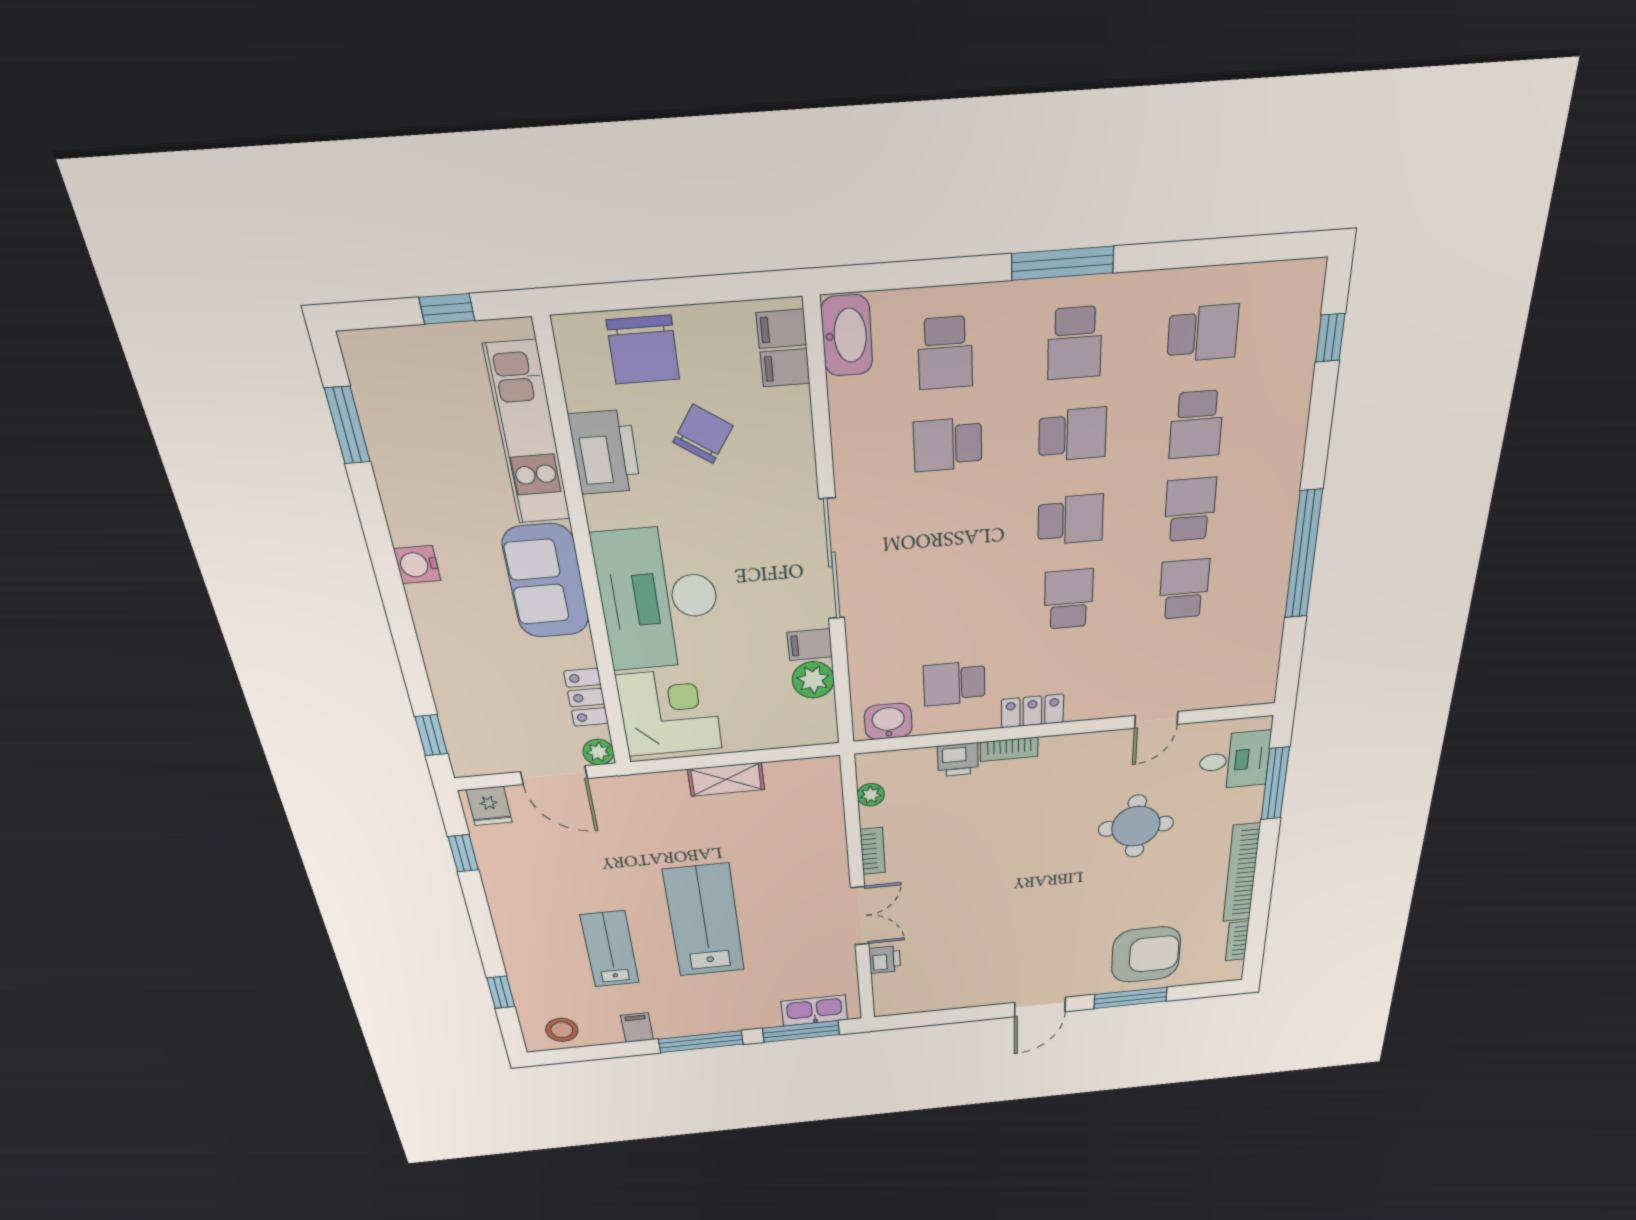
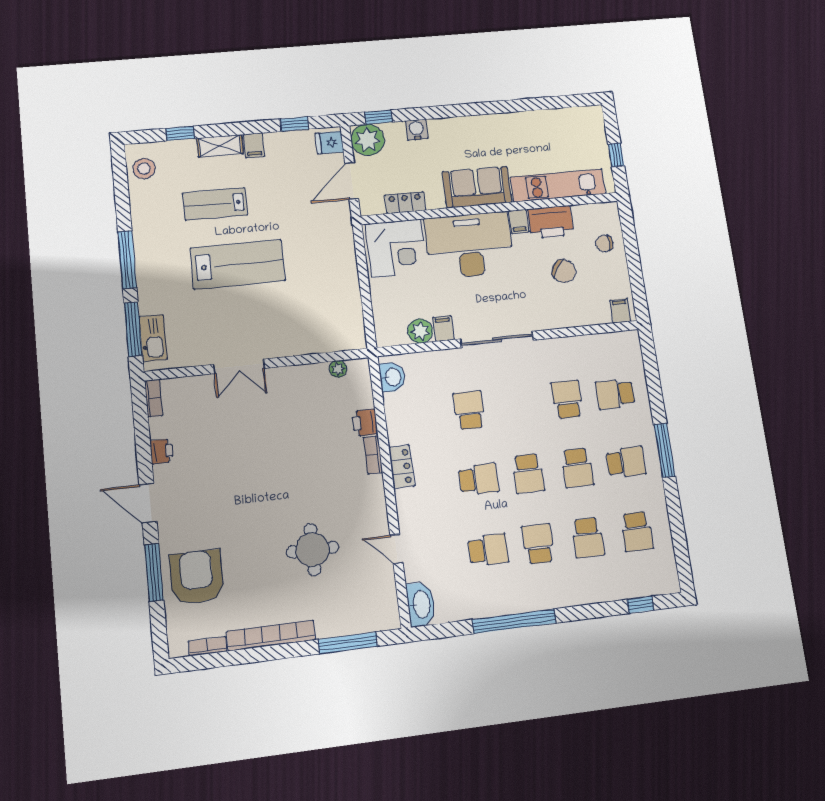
washbasin: (847, 336) -> (421, 604), moved, turned -90
school desk: (1075, 343) -> (626, 462), turned 180
chair: (643, 350) -> (604, 243), width x0.54, depth x0.54
filing cabinet: (785, 368) -> (519, 221), moved, turned 180
window: (347, 425) -> (556, 102), removed
school desk: (1196, 425) -> (588, 538), turned -90
school desk: (1190, 510) -> (538, 544), turned -90
water cooler: (417, 565) -> (417, 130), moved
school desk: (954, 683) -> (469, 410), moved
plant: (598, 752) -> (368, 140), moved, width x1.87, depth x1.87
desk: (1234, 760) -> (366, 609), removed
shelving: (726, 779) -> (220, 146), moved, turned 90
bookcase: (873, 851) -> (154, 398), moved, turned -90
lab bench: (610, 949) -> (215, 204), turned 180
armchair: (1146, 955) -> (197, 577), turned 180
printer: (885, 960) -> (162, 451), moved, turned -90
filing cabinet: (637, 1027) -> (254, 145), moved, turned 90

